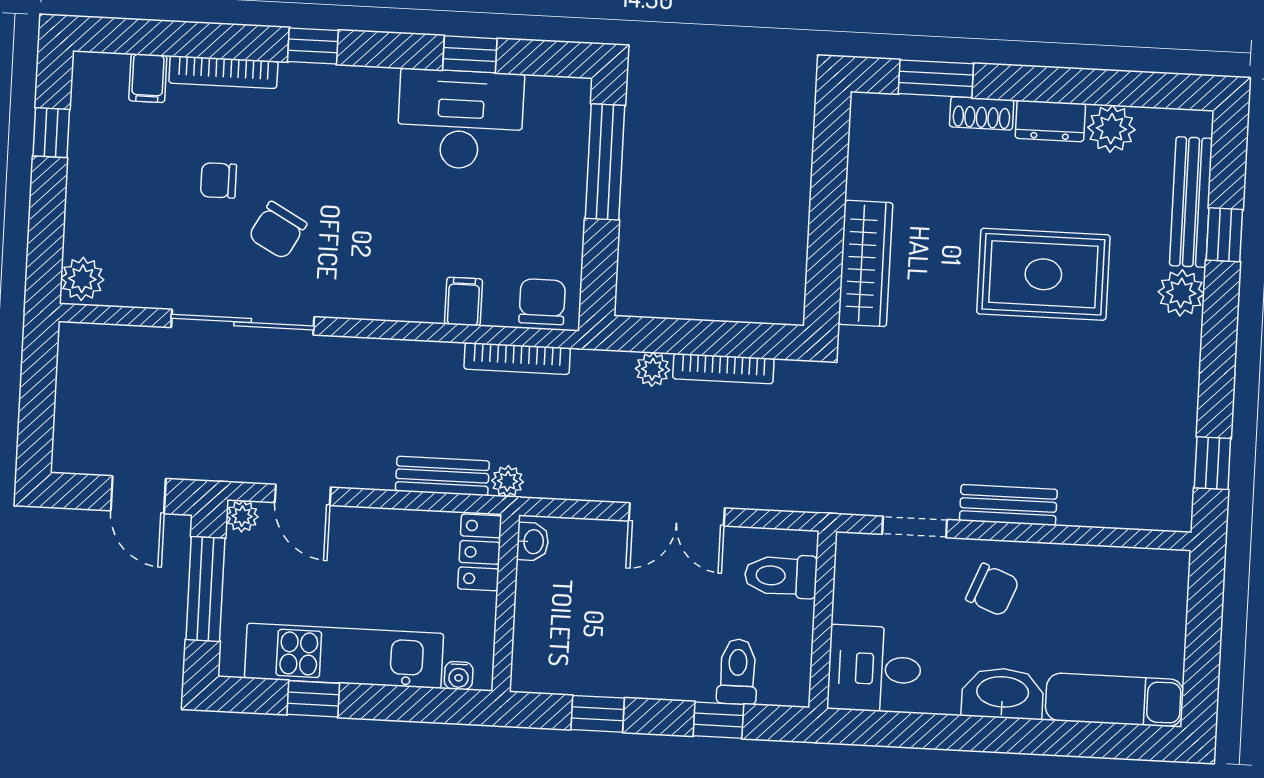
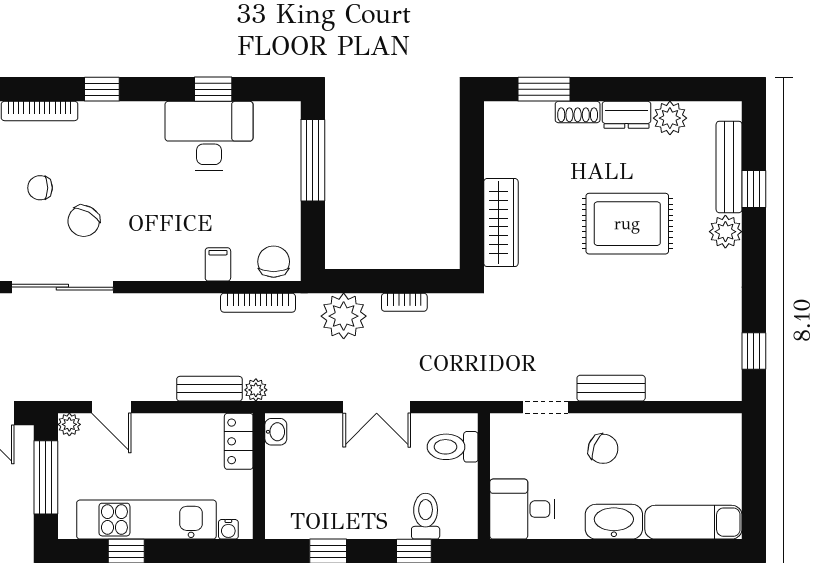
plant: (653, 369) -> (344, 316), width x1.88, depth x1.88
bookcase: (723, 369) -> (404, 302), width x0.64

